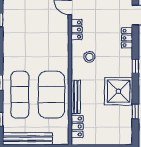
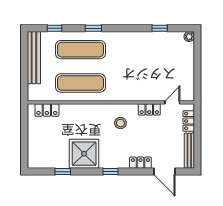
exercise mat: (51, 95) -> (80, 83), width x0.68
bench: (76, 97) -> (78, 109), removed

